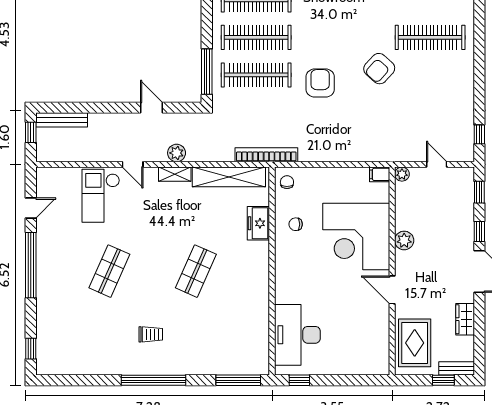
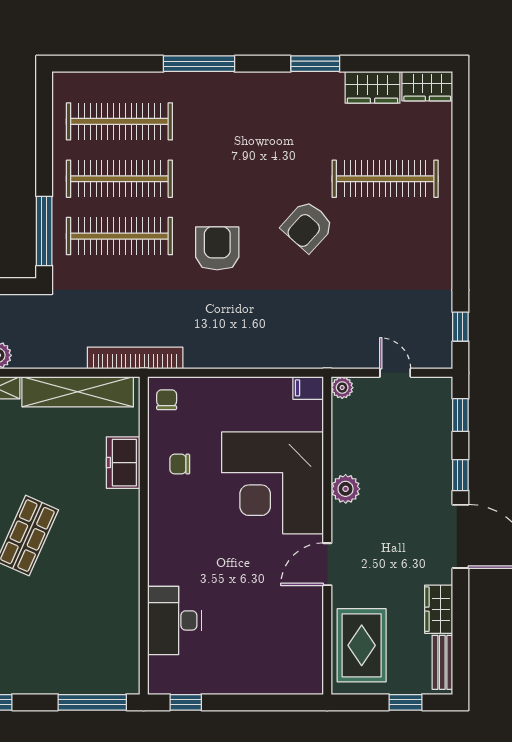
door: (392, 290) -> (327, 564), hinge flipped
desk: (297, 335) -> (174, 620), width x0.73, depth x0.77
bench: (457, 368) -> (442, 662), moved, turned 90

